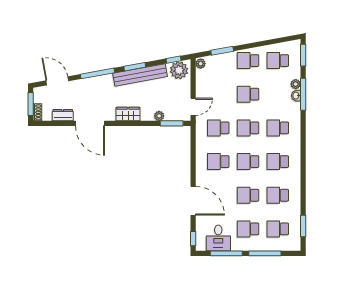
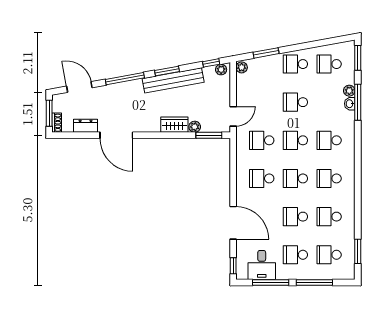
plant: (179, 70) -> (221, 70), width x0.53, depth x0.53
wardrobe: (128, 114) -> (174, 125), moved

